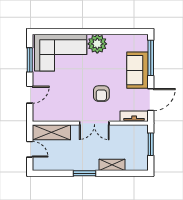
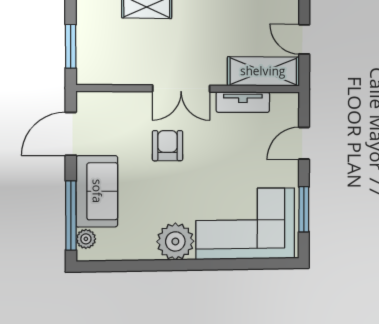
plant: (143, 46) -> (86, 239), added
tv unit: (134, 116) -> (243, 102), moved
double door: (94, 123) -> (181, 88), swing flipped

